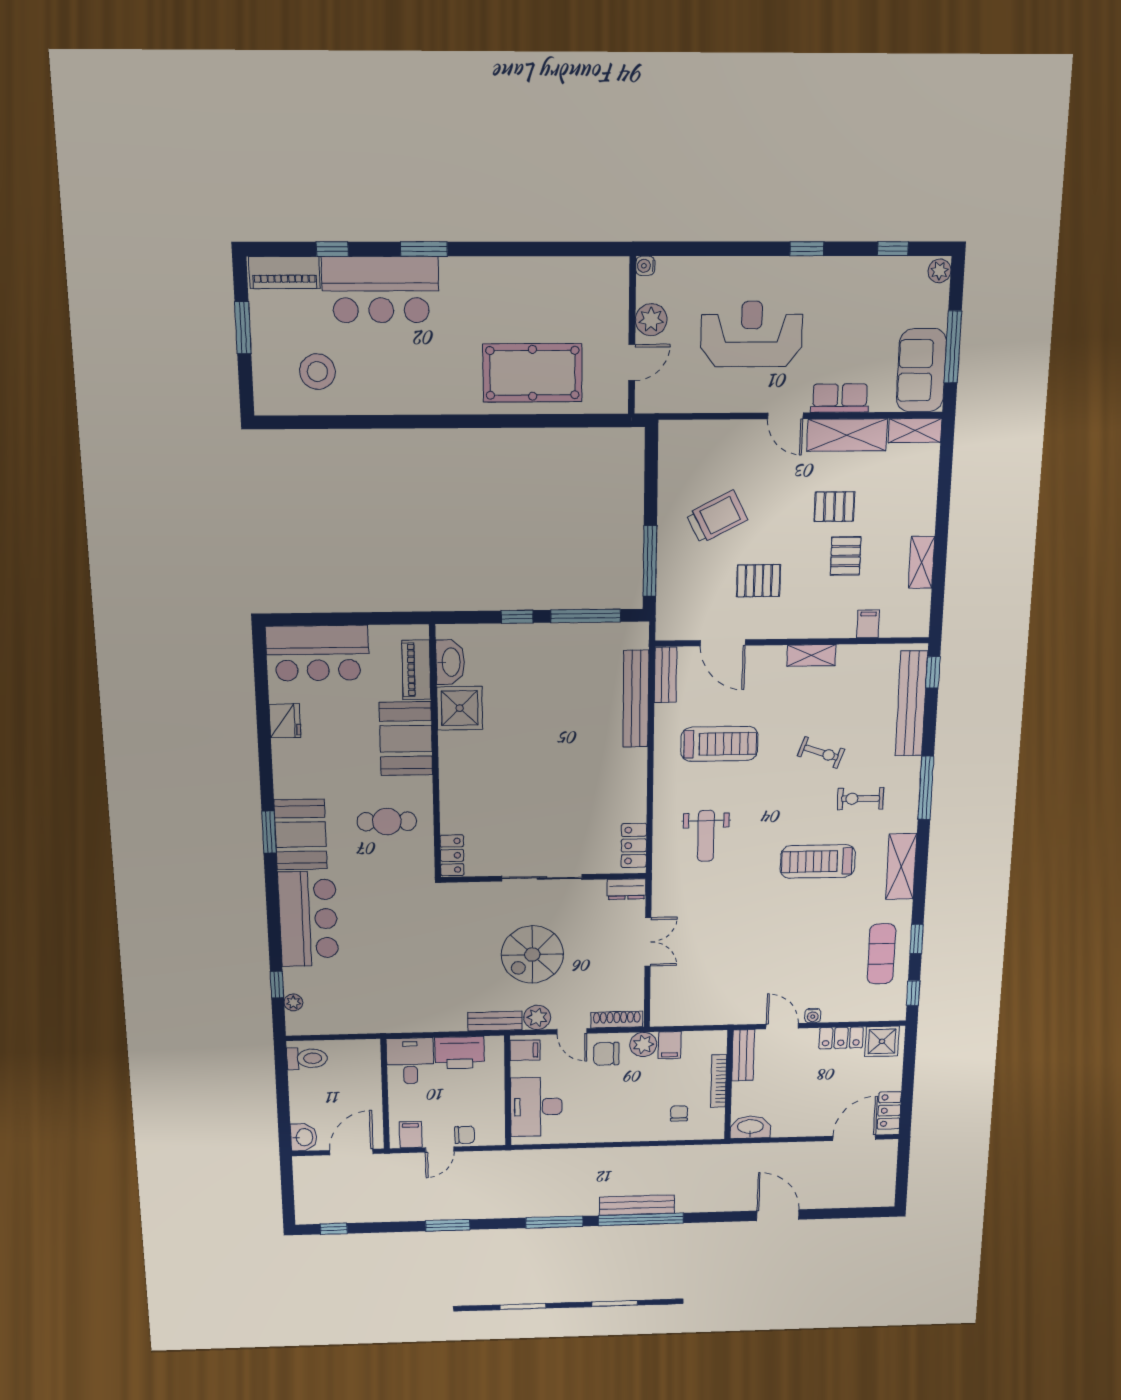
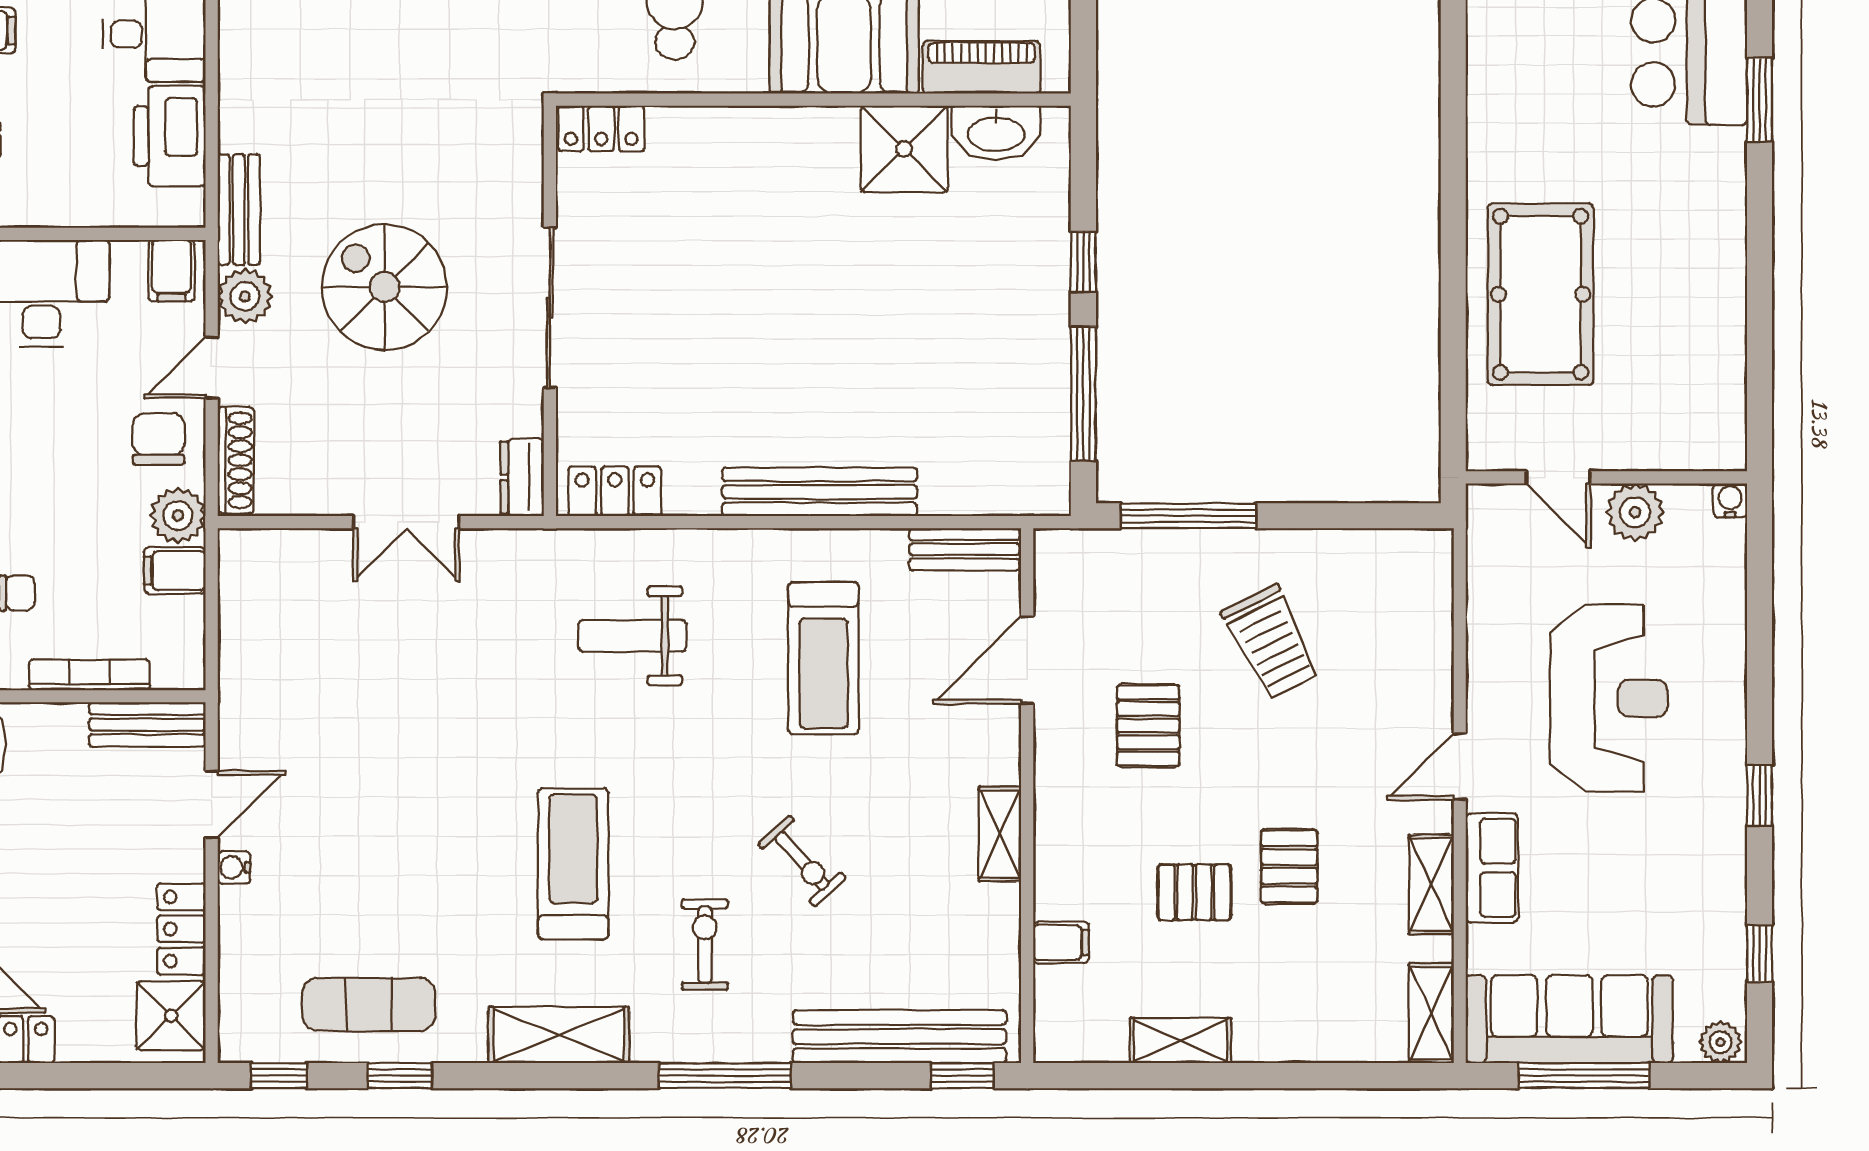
sofa: (921, 370) -> (1569, 1019), width x1.36
shelving: (847, 435) -> (1431, 884), width x0.67, depth x0.75
bench: (636, 699) -> (820, 492), moved
exercise bike: (821, 753) -> (802, 861), turned -61

